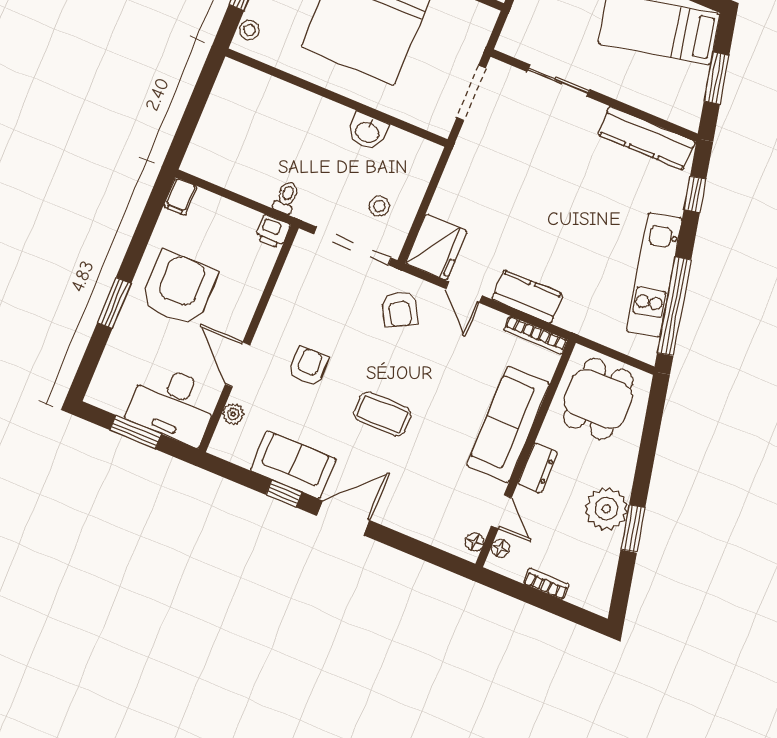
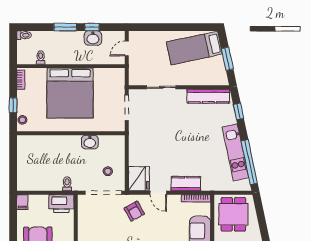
printer: (272, 232) -> (61, 204), width x1.87, depth x1.48

